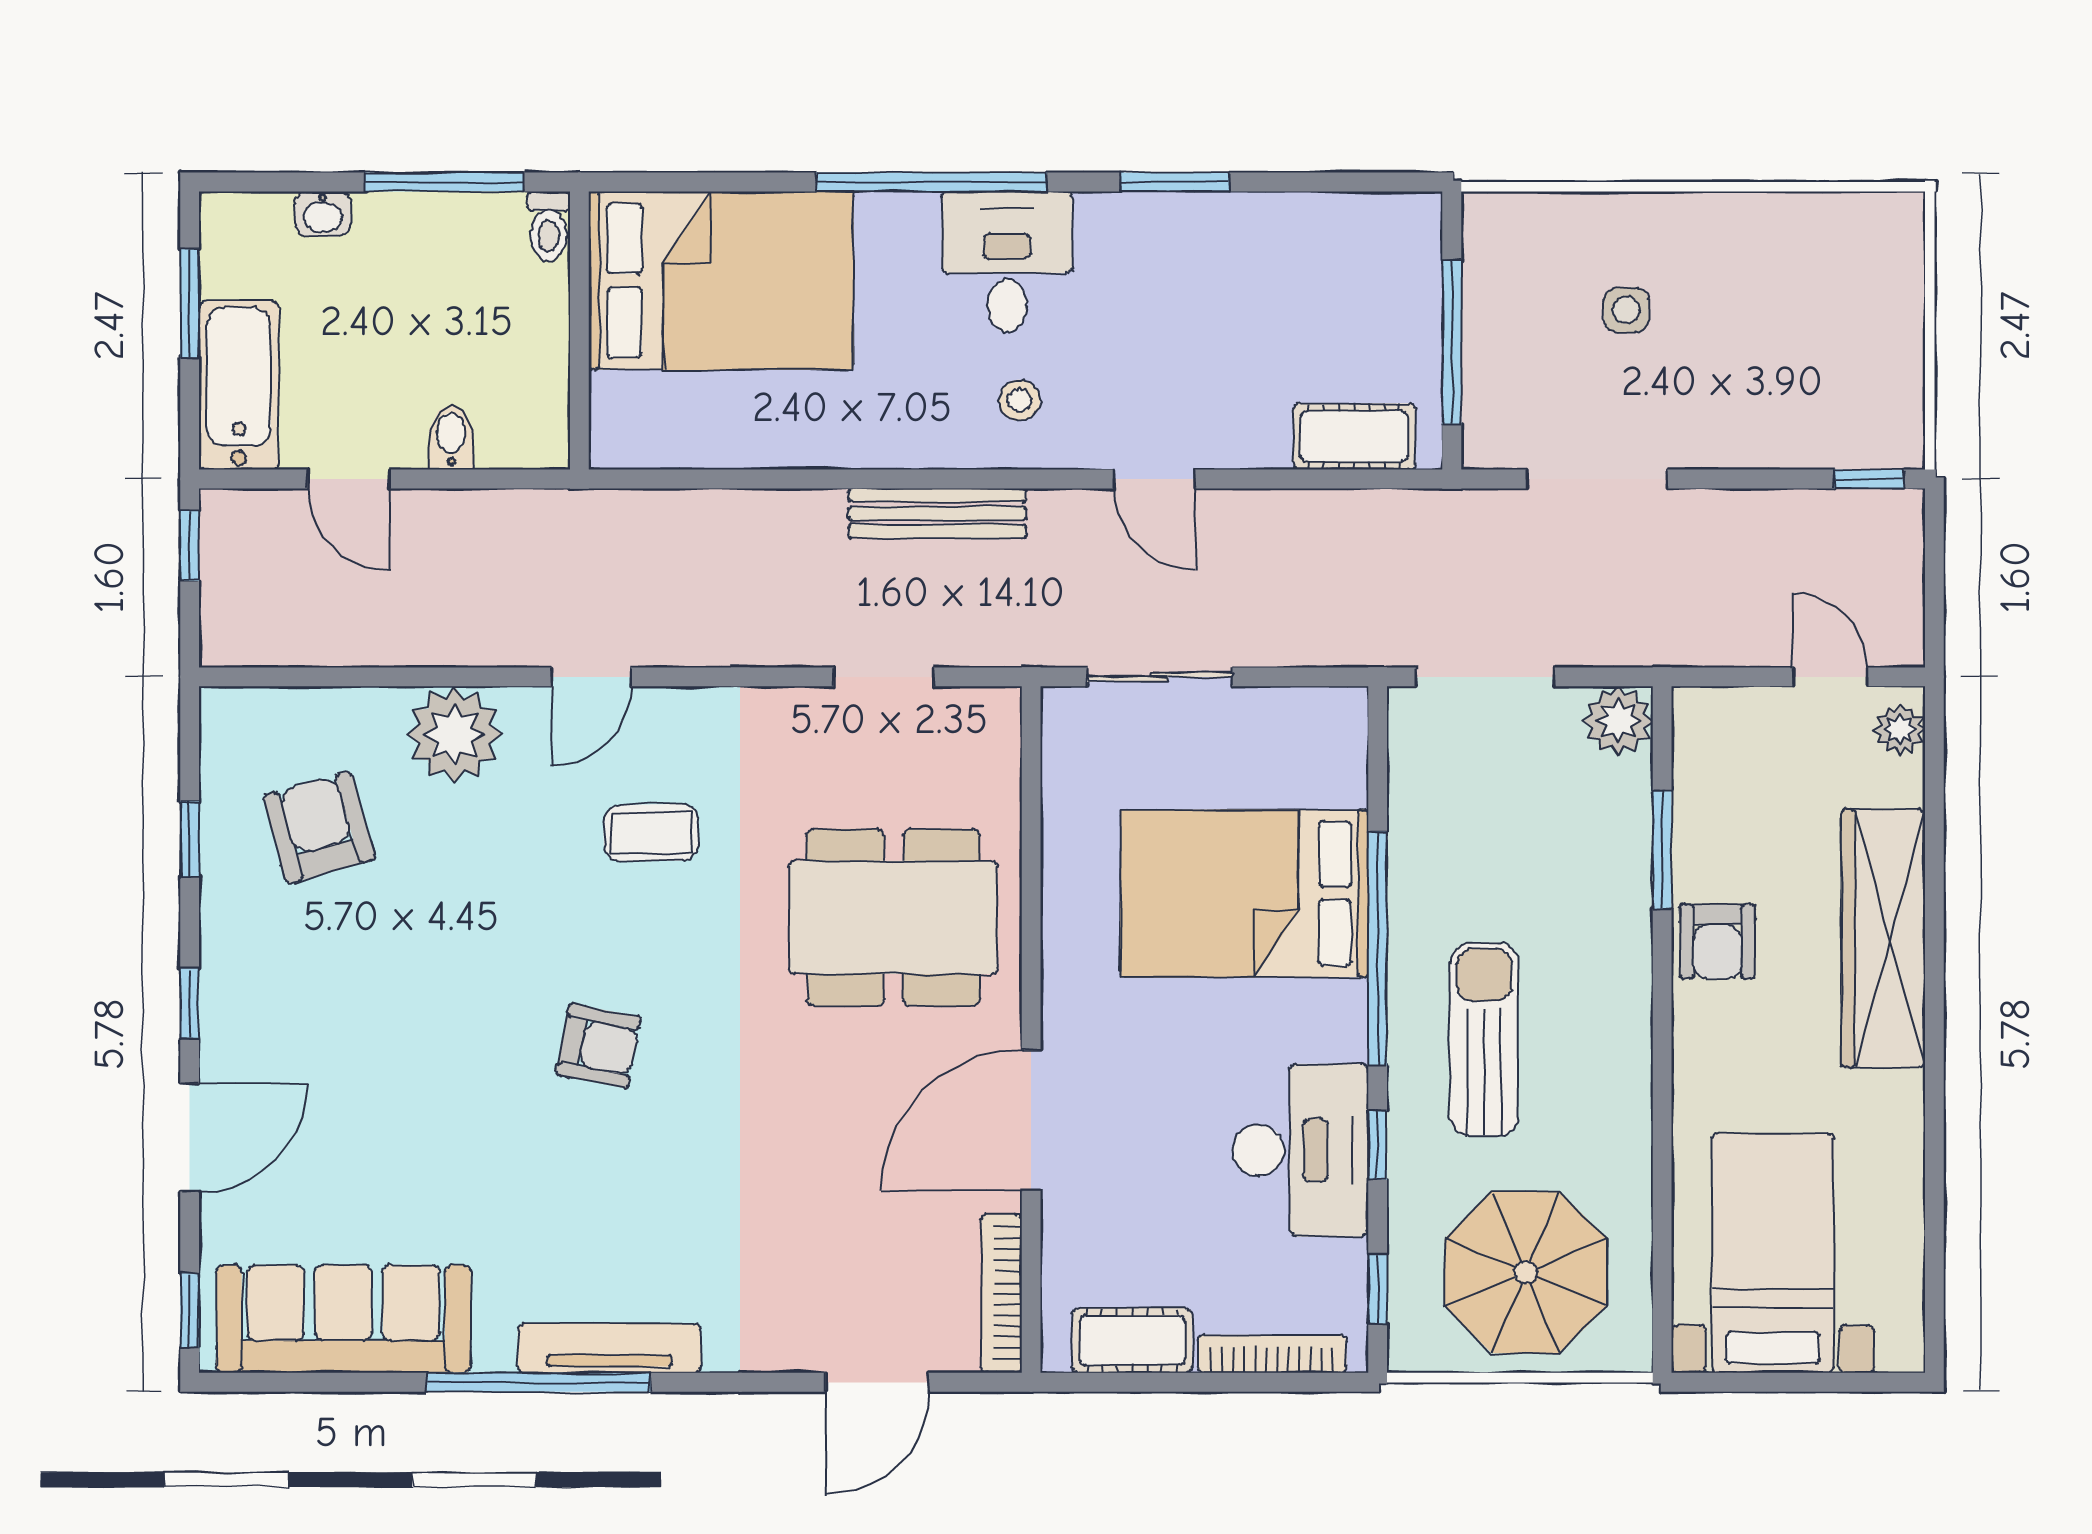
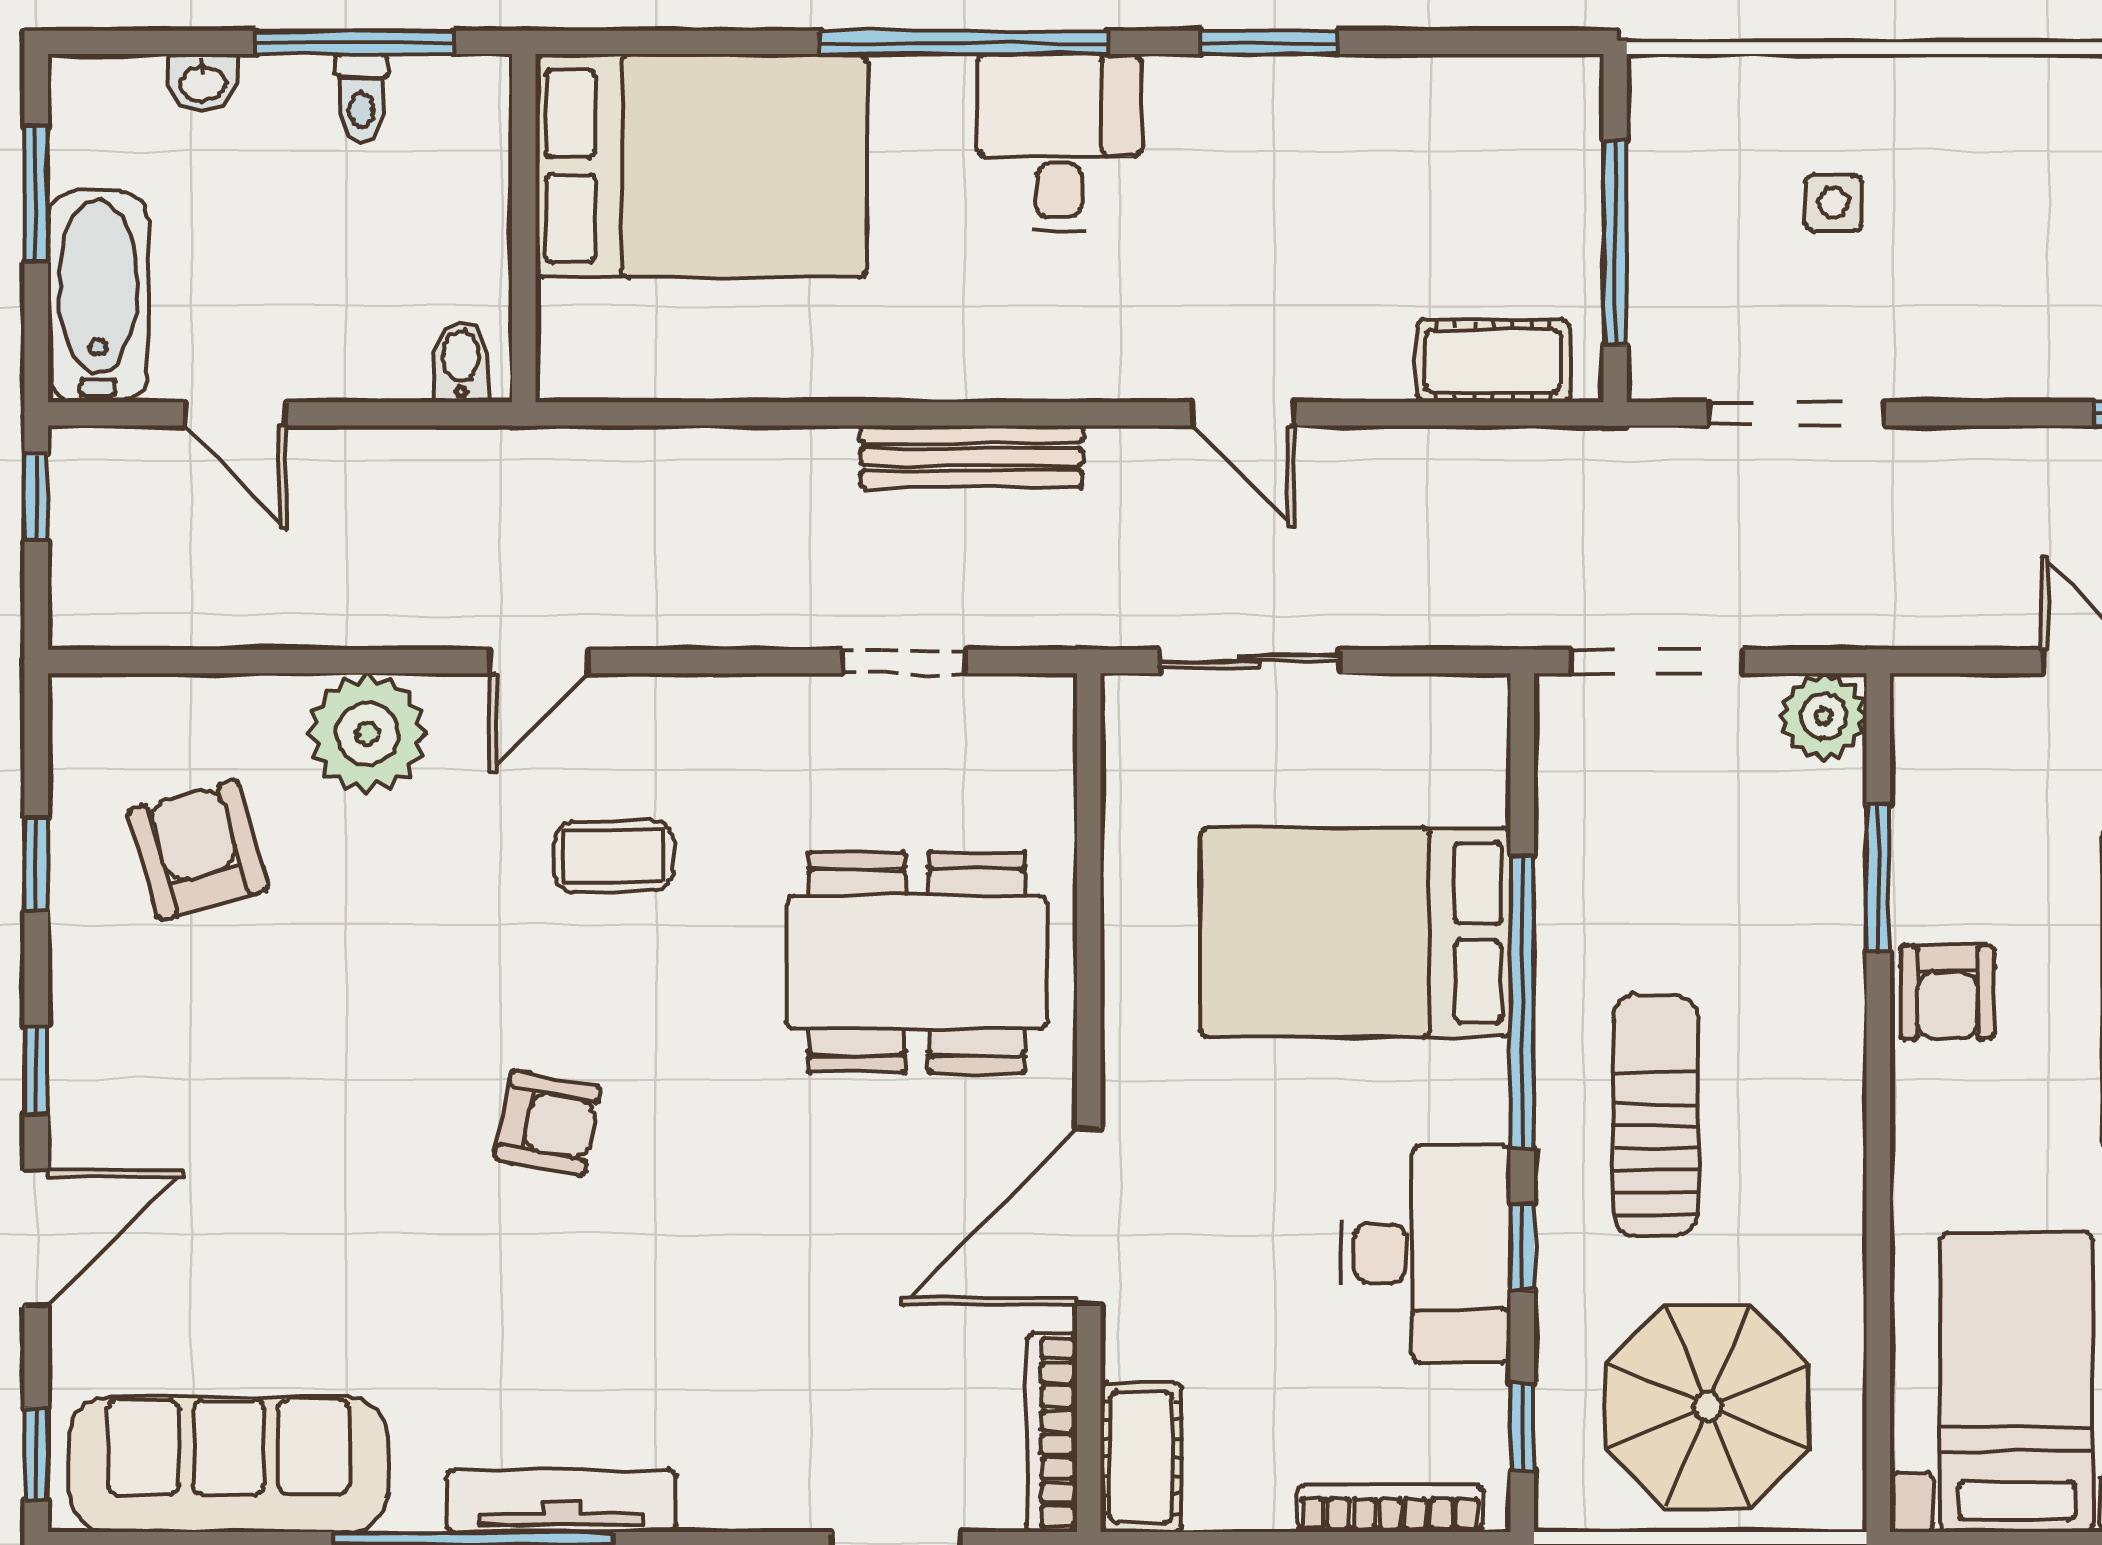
toilet: (549, 226) -> (362, 98), moved
stool: (1019, 400) -> (1074, 316), removed
bidet: (451, 437) -> (461, 362), moved
cot: (1132, 1340) -> (1141, 1457), moved, turned 90

